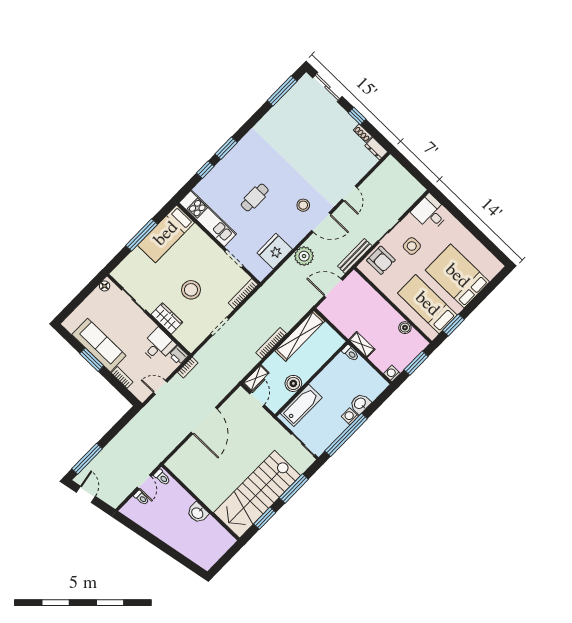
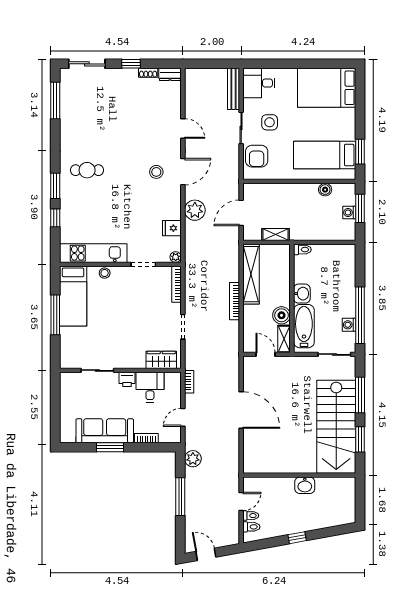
cafe table: (255, 198) -> (87, 170), moved, turned 90
fridge: (275, 251) -> (172, 228), width x0.53, depth x0.75
bench: (355, 256) -> (234, 89), moved
armchair: (381, 260) -> (257, 156), turned 90
plant: (260, 275) -> (176, 257), added
bed: (457, 276) -> (327, 88), moved
floor lamp: (105, 286) -> (65, 381), removed
stool: (191, 290) -> (105, 273), moved, width x0.53, depth x0.53
wardrobe: (167, 318) -> (161, 360), moved
shelving: (362, 344) -> (275, 235), moved
printer: (178, 355) -> (127, 379), moved
washing machine: (392, 373) -> (349, 213), moved
shelving: (256, 378) -> (284, 339), moved
washbasin: (360, 404) -> (302, 294), moved, turned 180
washing machine: (350, 416) -> (349, 325), moved
plant: (140, 422) -> (193, 459), added
window: (87, 459) -> (180, 497), moved
toilet: (162, 477) -> (251, 527), moved
door: (144, 482) -> (241, 501), hinge flipped
window: (158, 543) -> (297, 538), added

